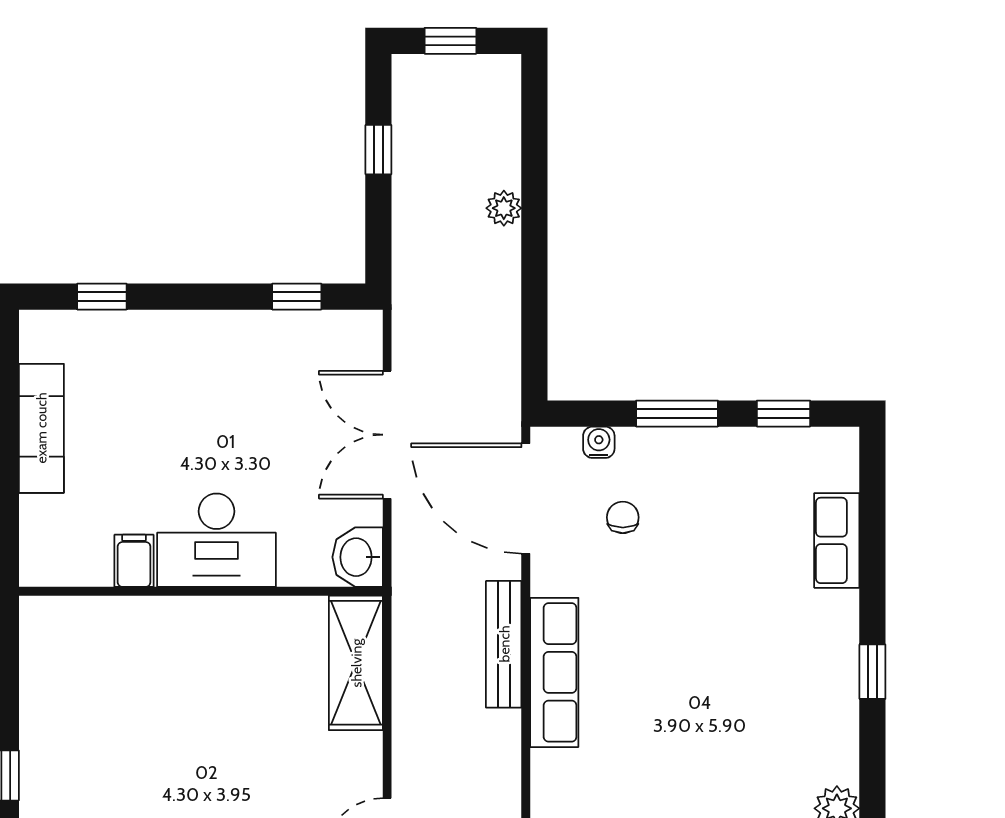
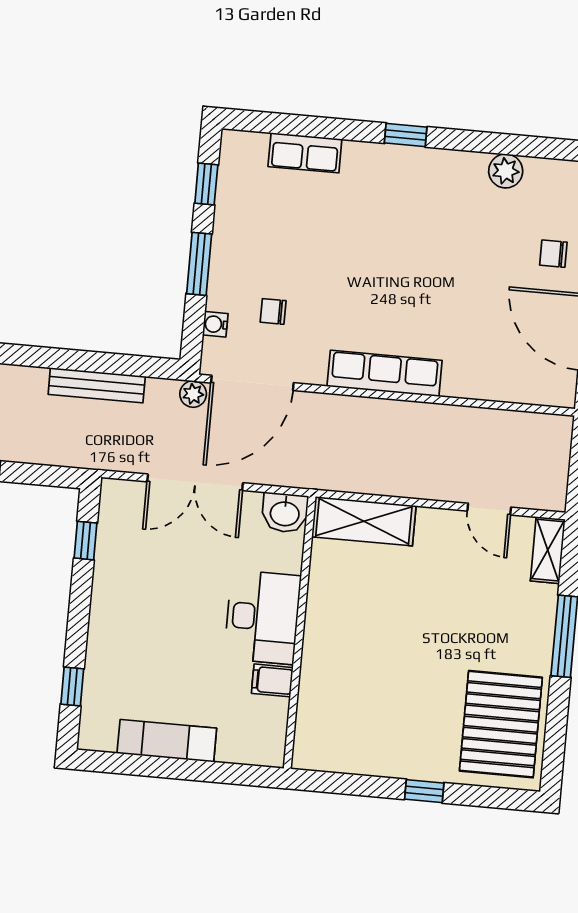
plant: (504, 208) -> (193, 394), moved
bench: (504, 644) -> (97, 385), moved

